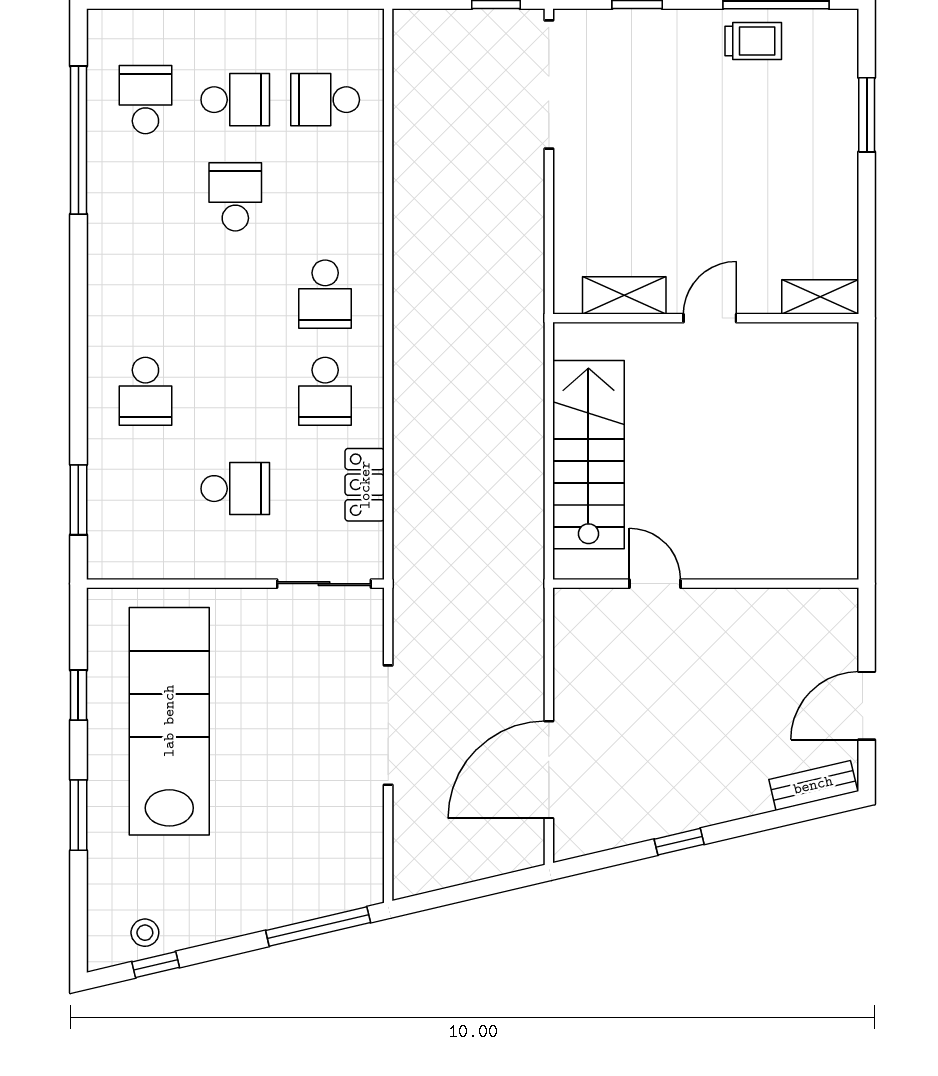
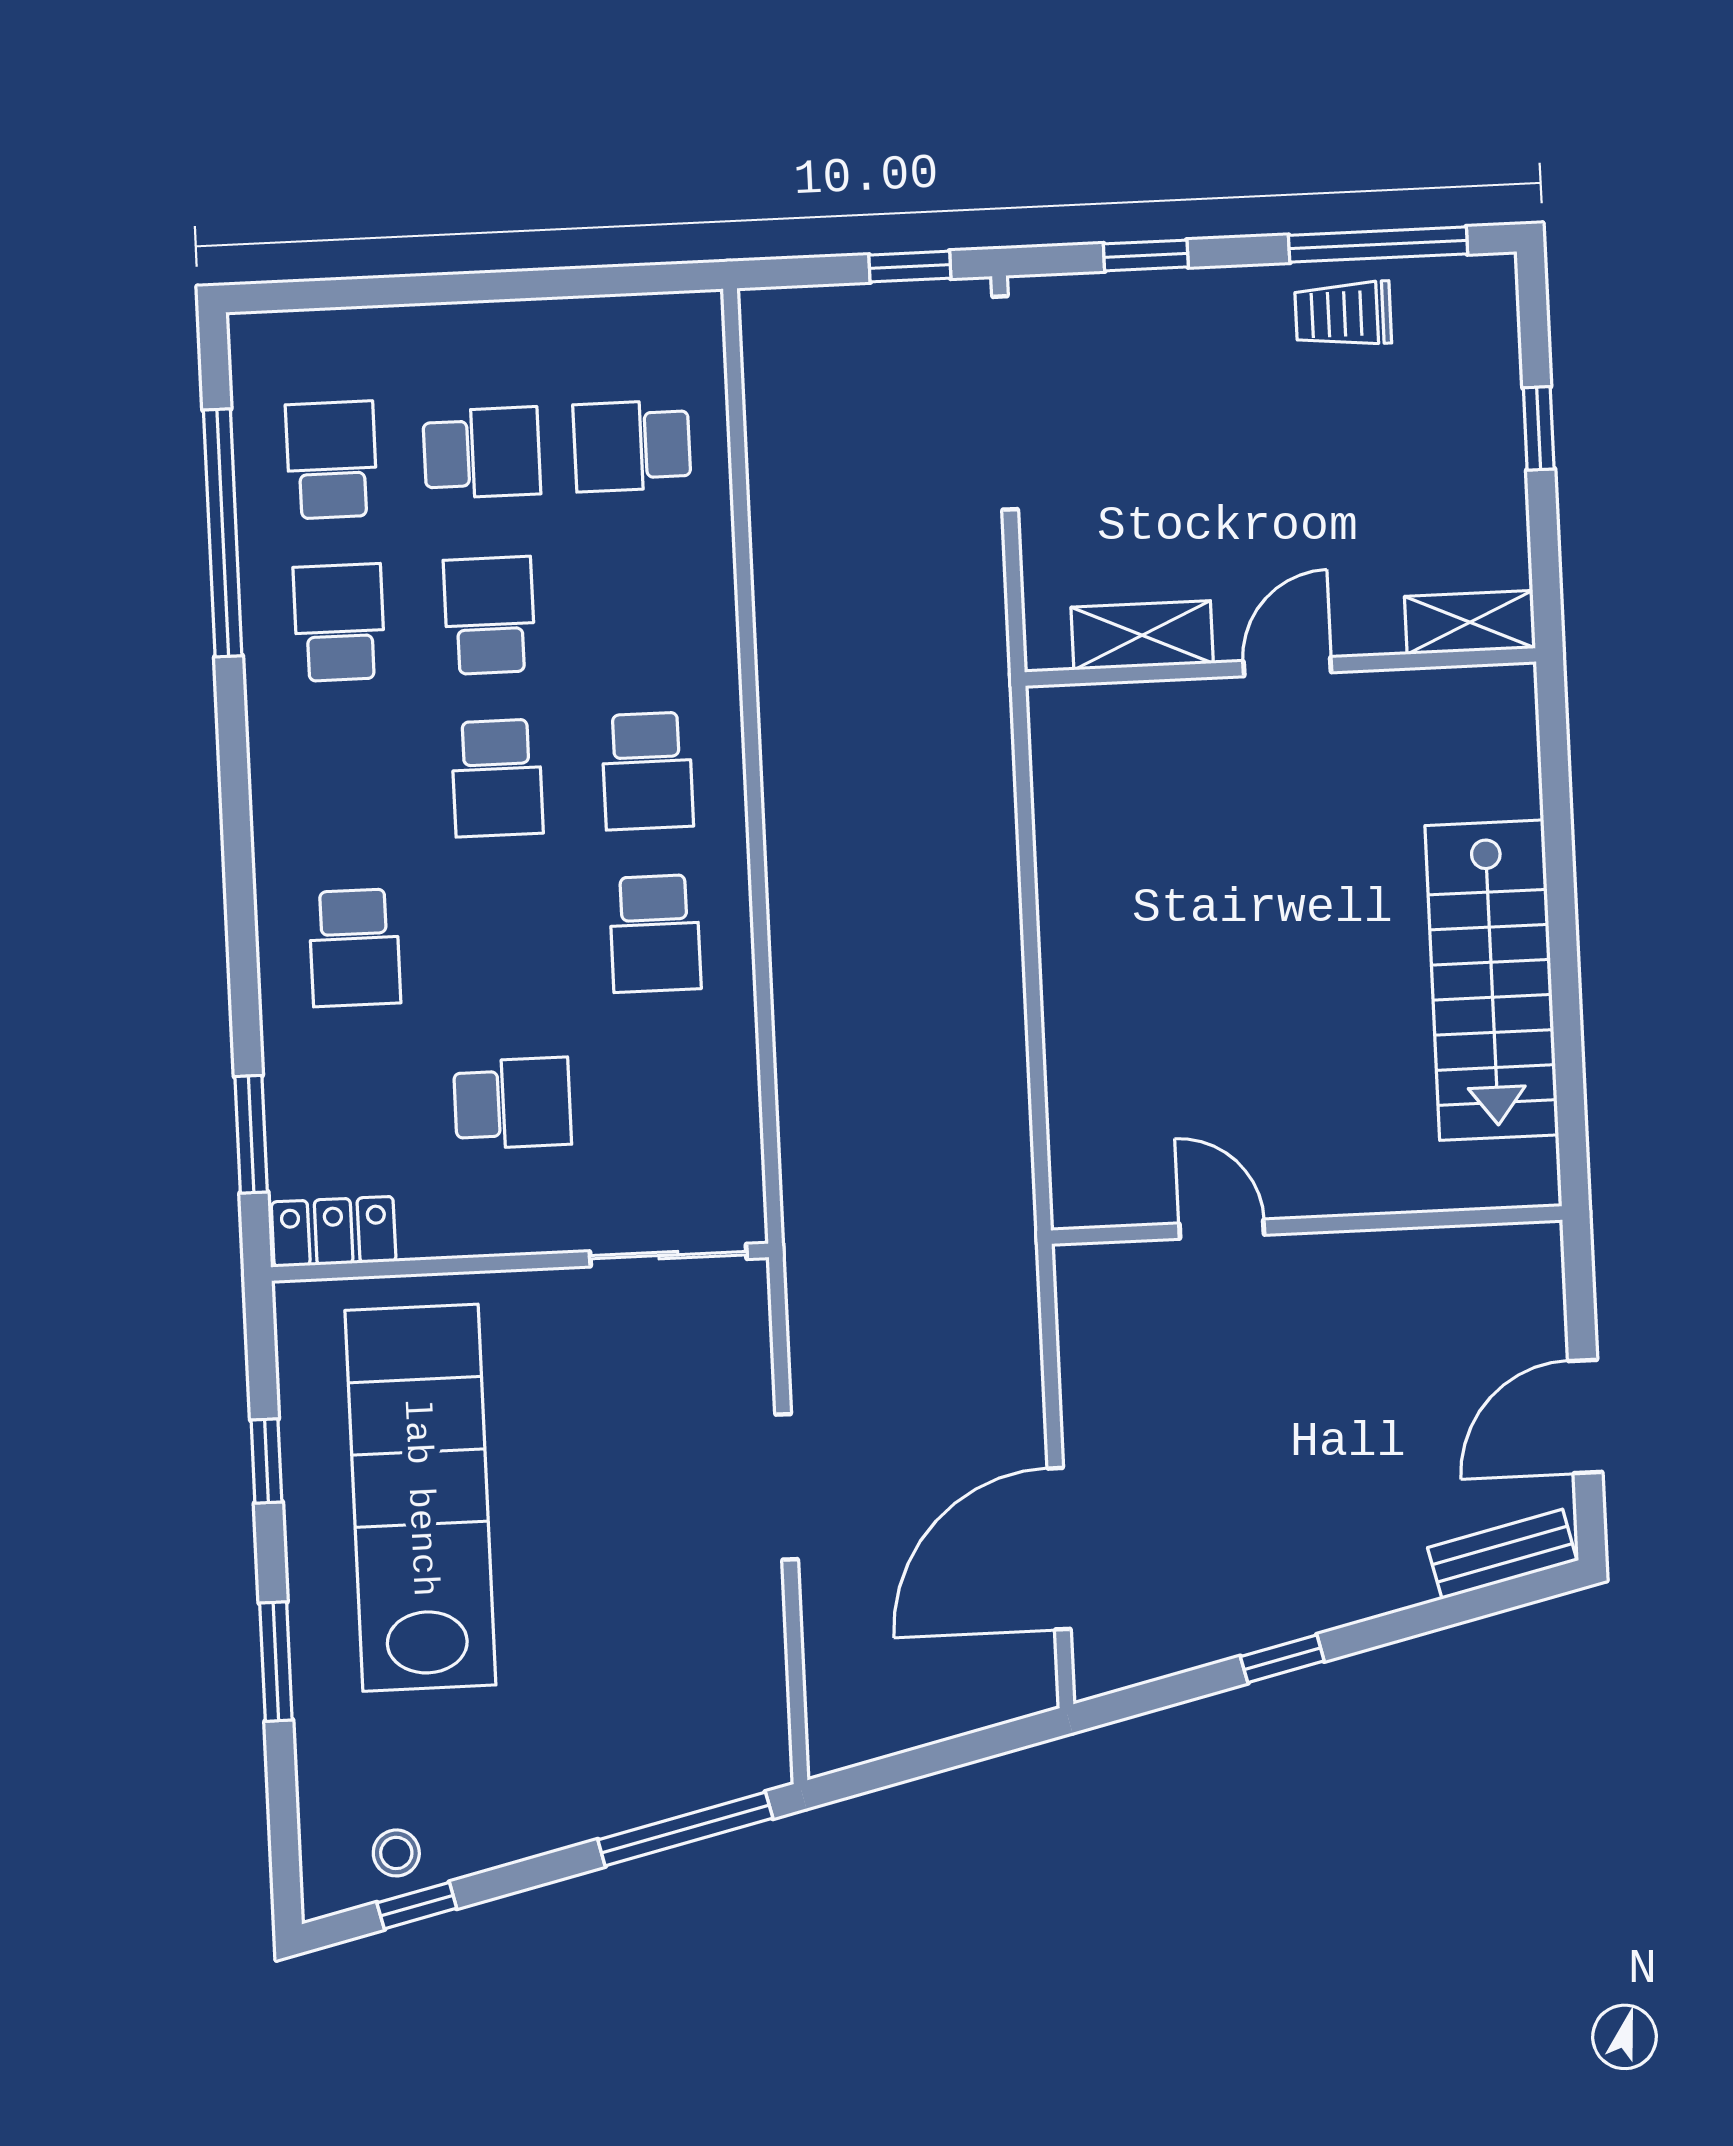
trolley: (753, 41) -> (1343, 314), turned 180
window: (867, 115) -> (1539, 428), width x0.67
school desk: (145, 197) -> (339, 623), added
school desk: (235, 294) -> (497, 778), added
shelving: (624, 295) -> (1142, 635), moved
shelving: (820, 297) -> (1470, 622), moved
wall: (706, 318) -> (1280, 667), moved
door: (710, 318) -> (1287, 667), moved
stairs: (588, 455) -> (1492, 980), moved, turned 180
locker: (365, 485) -> (334, 1232), moved, turned 90
doorway: (388, 725) -> (787, 1487), width x0.73

